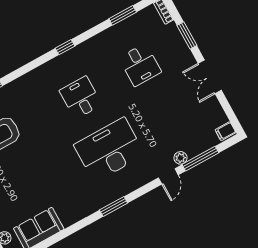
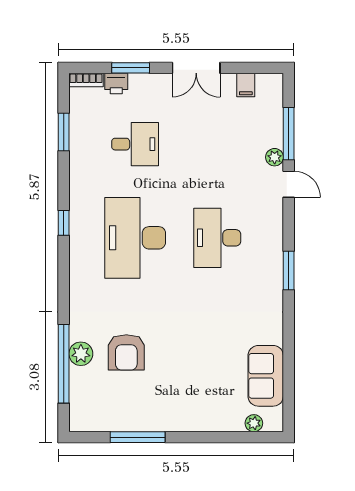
printer: (172, 32) -> (116, 84), added
desk: (81, 98) -> (135, 238), width x1.87, depth x1.30
filing cabinet: (226, 131) -> (246, 85), moved
desk: (109, 150) -> (217, 238), width x0.73, depth x0.77

